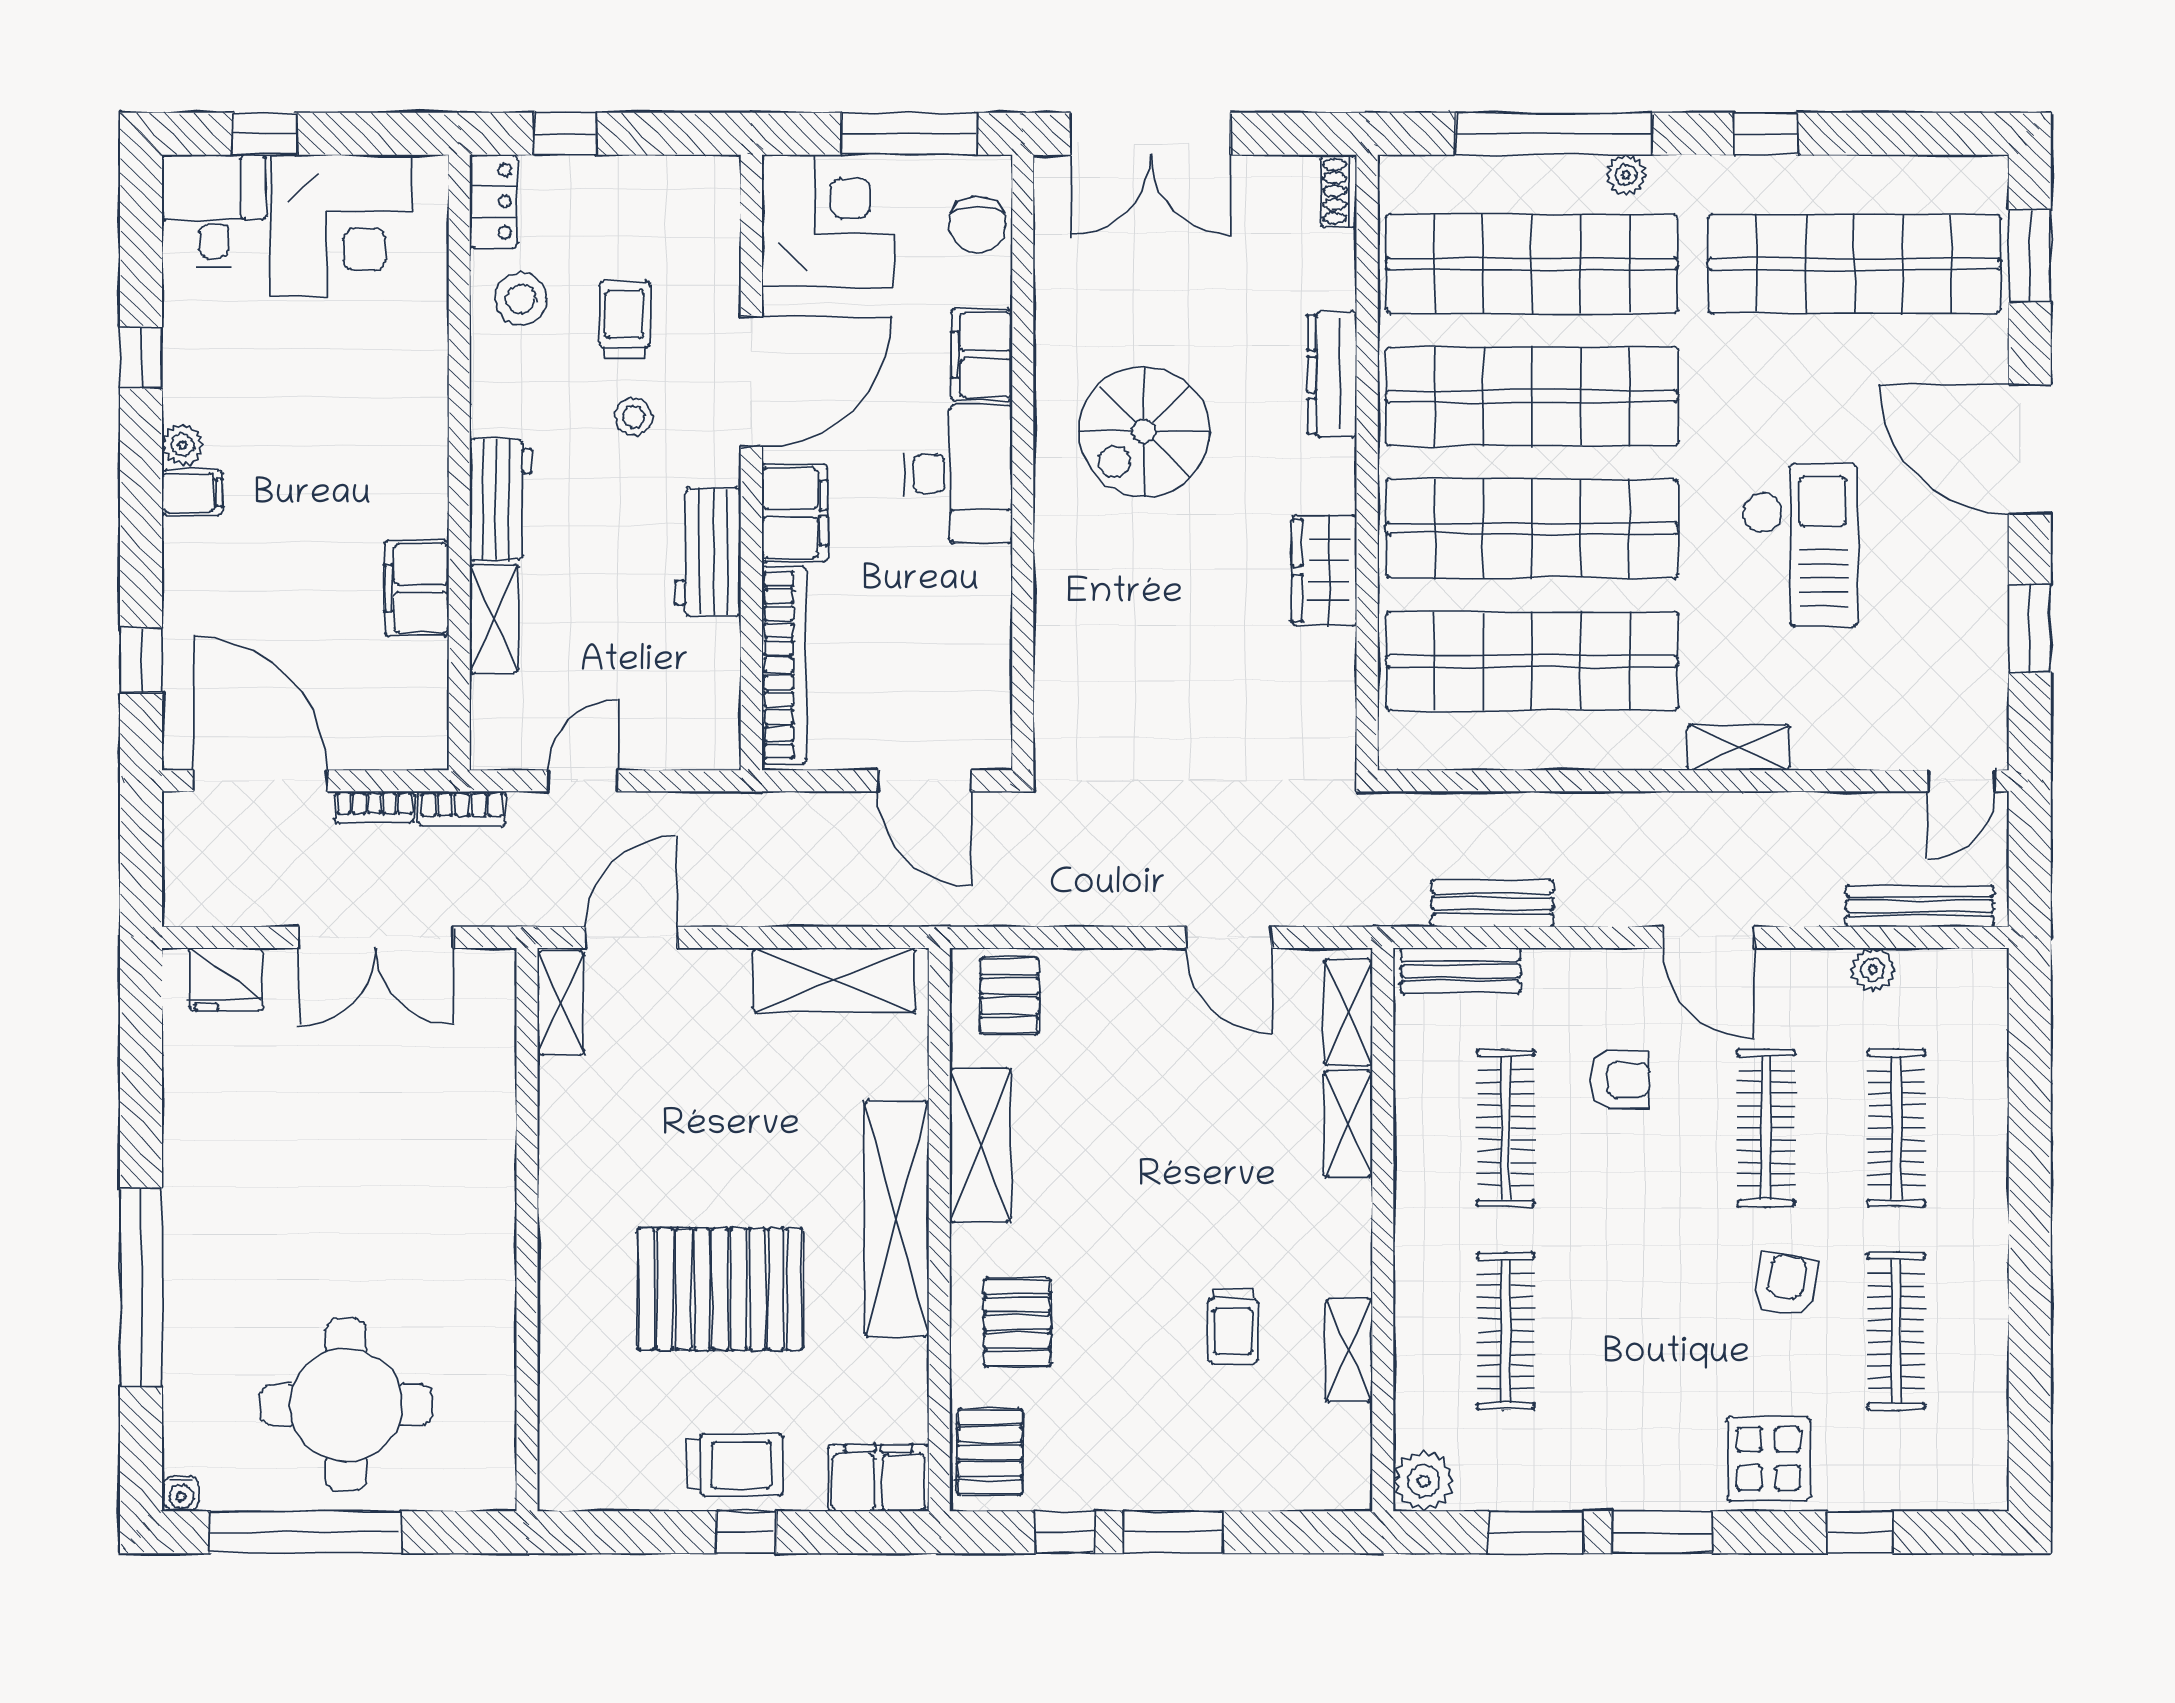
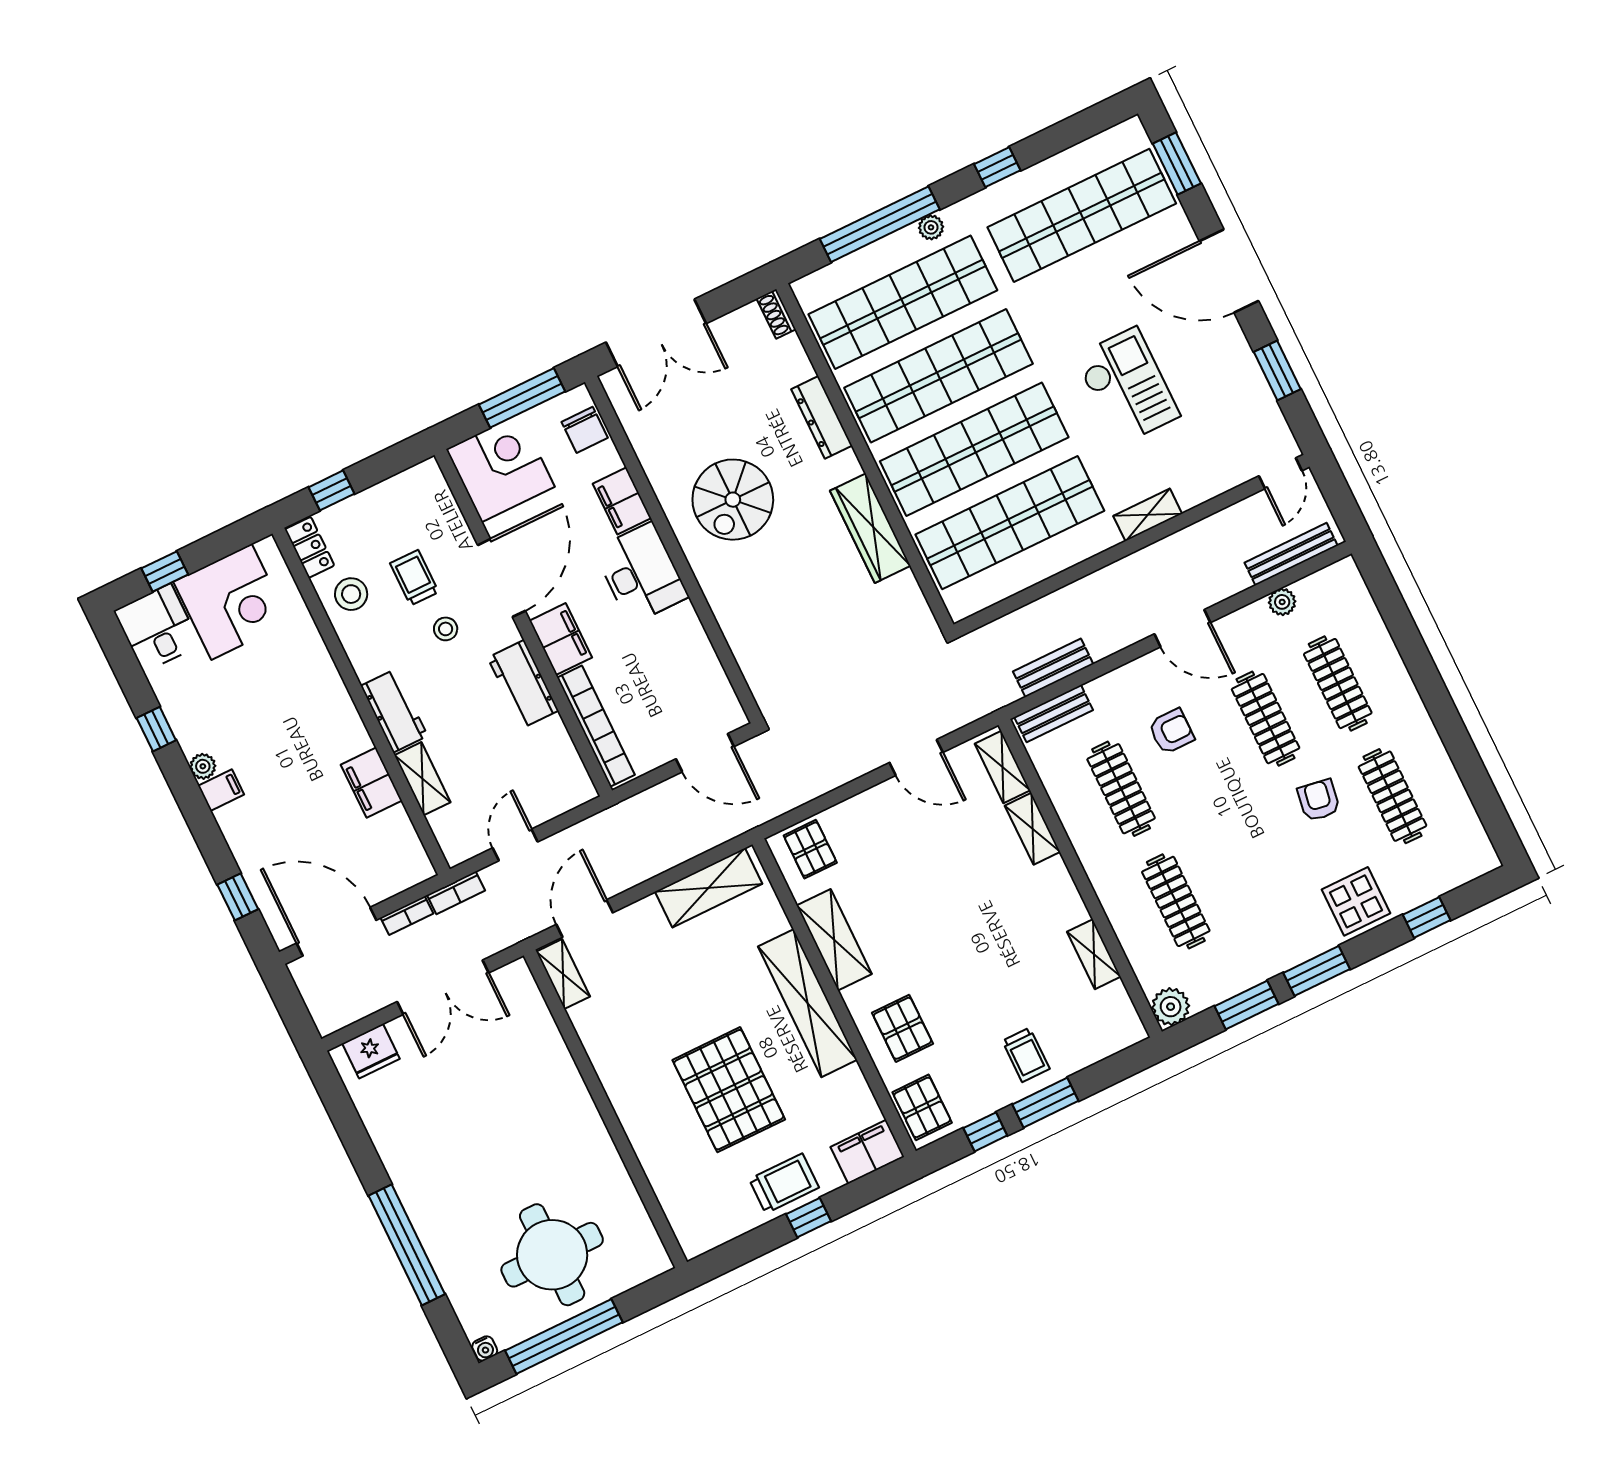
wardrobe: (1324, 570) -> (870, 528), width x1.50
pallet: (720, 1289) -> (729, 1090), turned 90
trolley: (1233, 1326) -> (1026, 1055), moved

